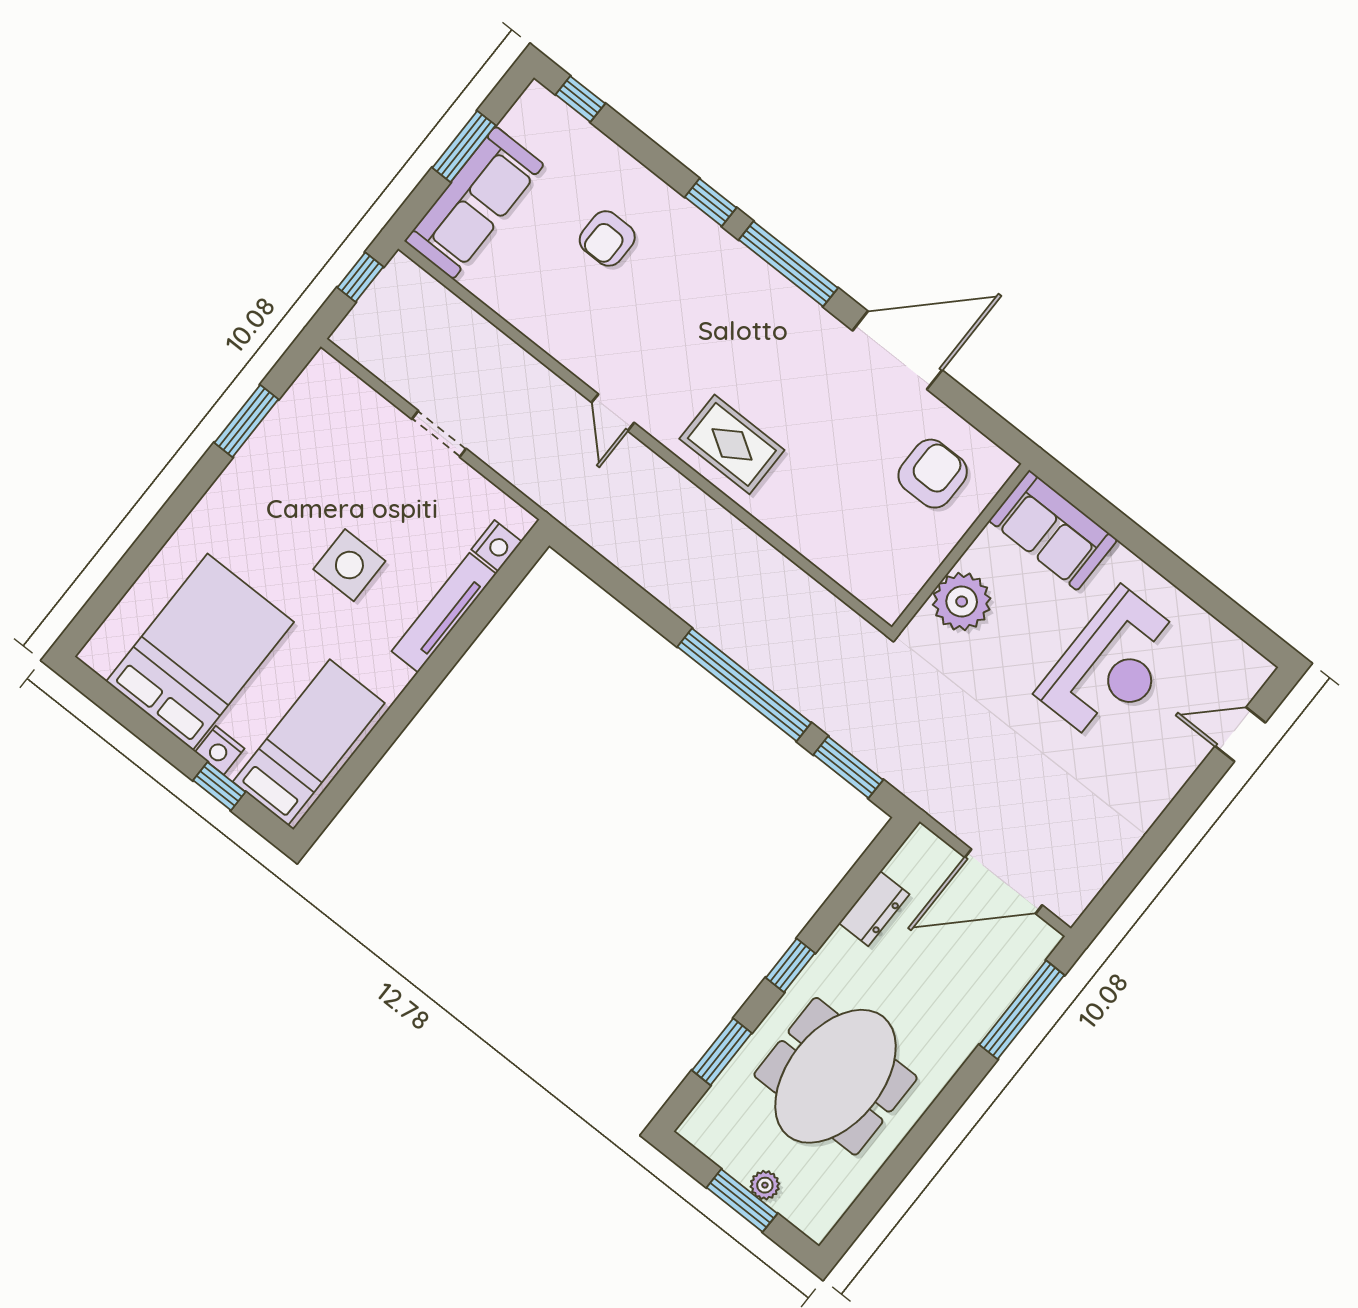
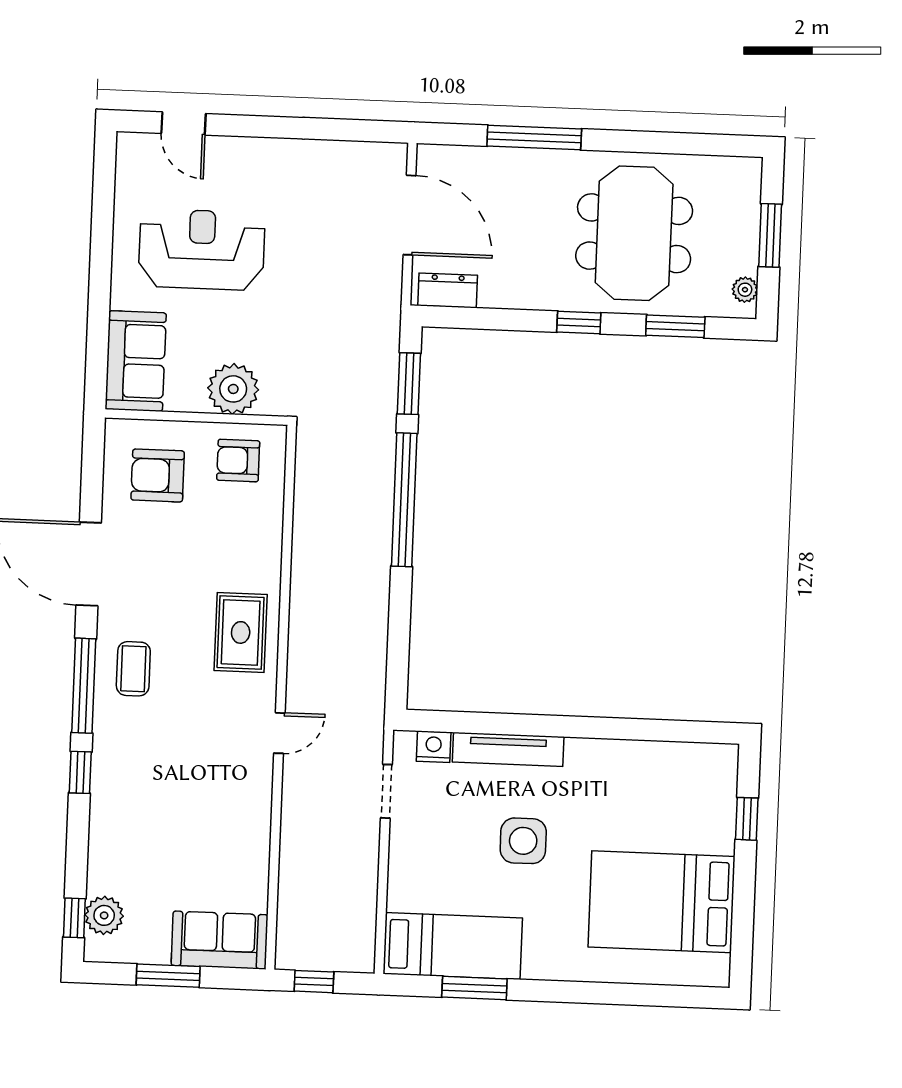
plant: (563, 128) -> (104, 915), added
sofa: (474, 203) -> (220, 940), width x0.73
armchair: (607, 238) -> (238, 460), moved, turned 180
coffee table: (771, 321) -> (133, 669), added
doorway: (439, 434) -> (386, 791), moved
bed: (309, 742) -> (453, 946), moved, turned 180
nightstand: (220, 750) -> (721, 837), removed
dresser: (874, 909) -> (448, 290), moved
window: (1022, 1010) -> (534, 137), moved
meeting table: (836, 1076) -> (634, 233), turned 90
plant: (765, 1185) -> (745, 290), moved

